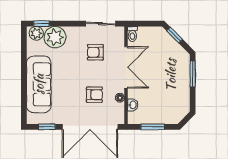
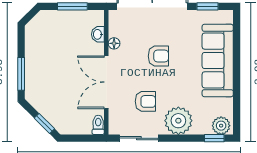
plant: (55, 37) -> (178, 121), moved
armchair: (94, 95) -> (158, 56), moved, turned 180

